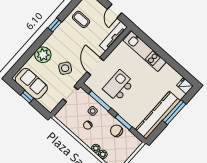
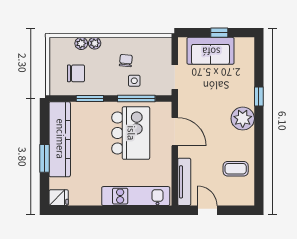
window: (55, 25) -> (259, 97), moved
plant: (43, 55) -> (243, 119), moved
side table: (65, 68) -> (206, 100), removed
sofa: (31, 84) -> (211, 51), moved
kitchen island: (118, 86) -> (131, 133), width x1.37, depth x1.28
window: (174, 112) -> (45, 158), width x0.69
chair: (116, 131) -> (76, 73), moved

